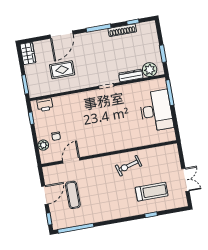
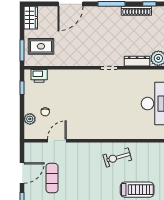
rug: (62, 70) -> (41, 46), moved

